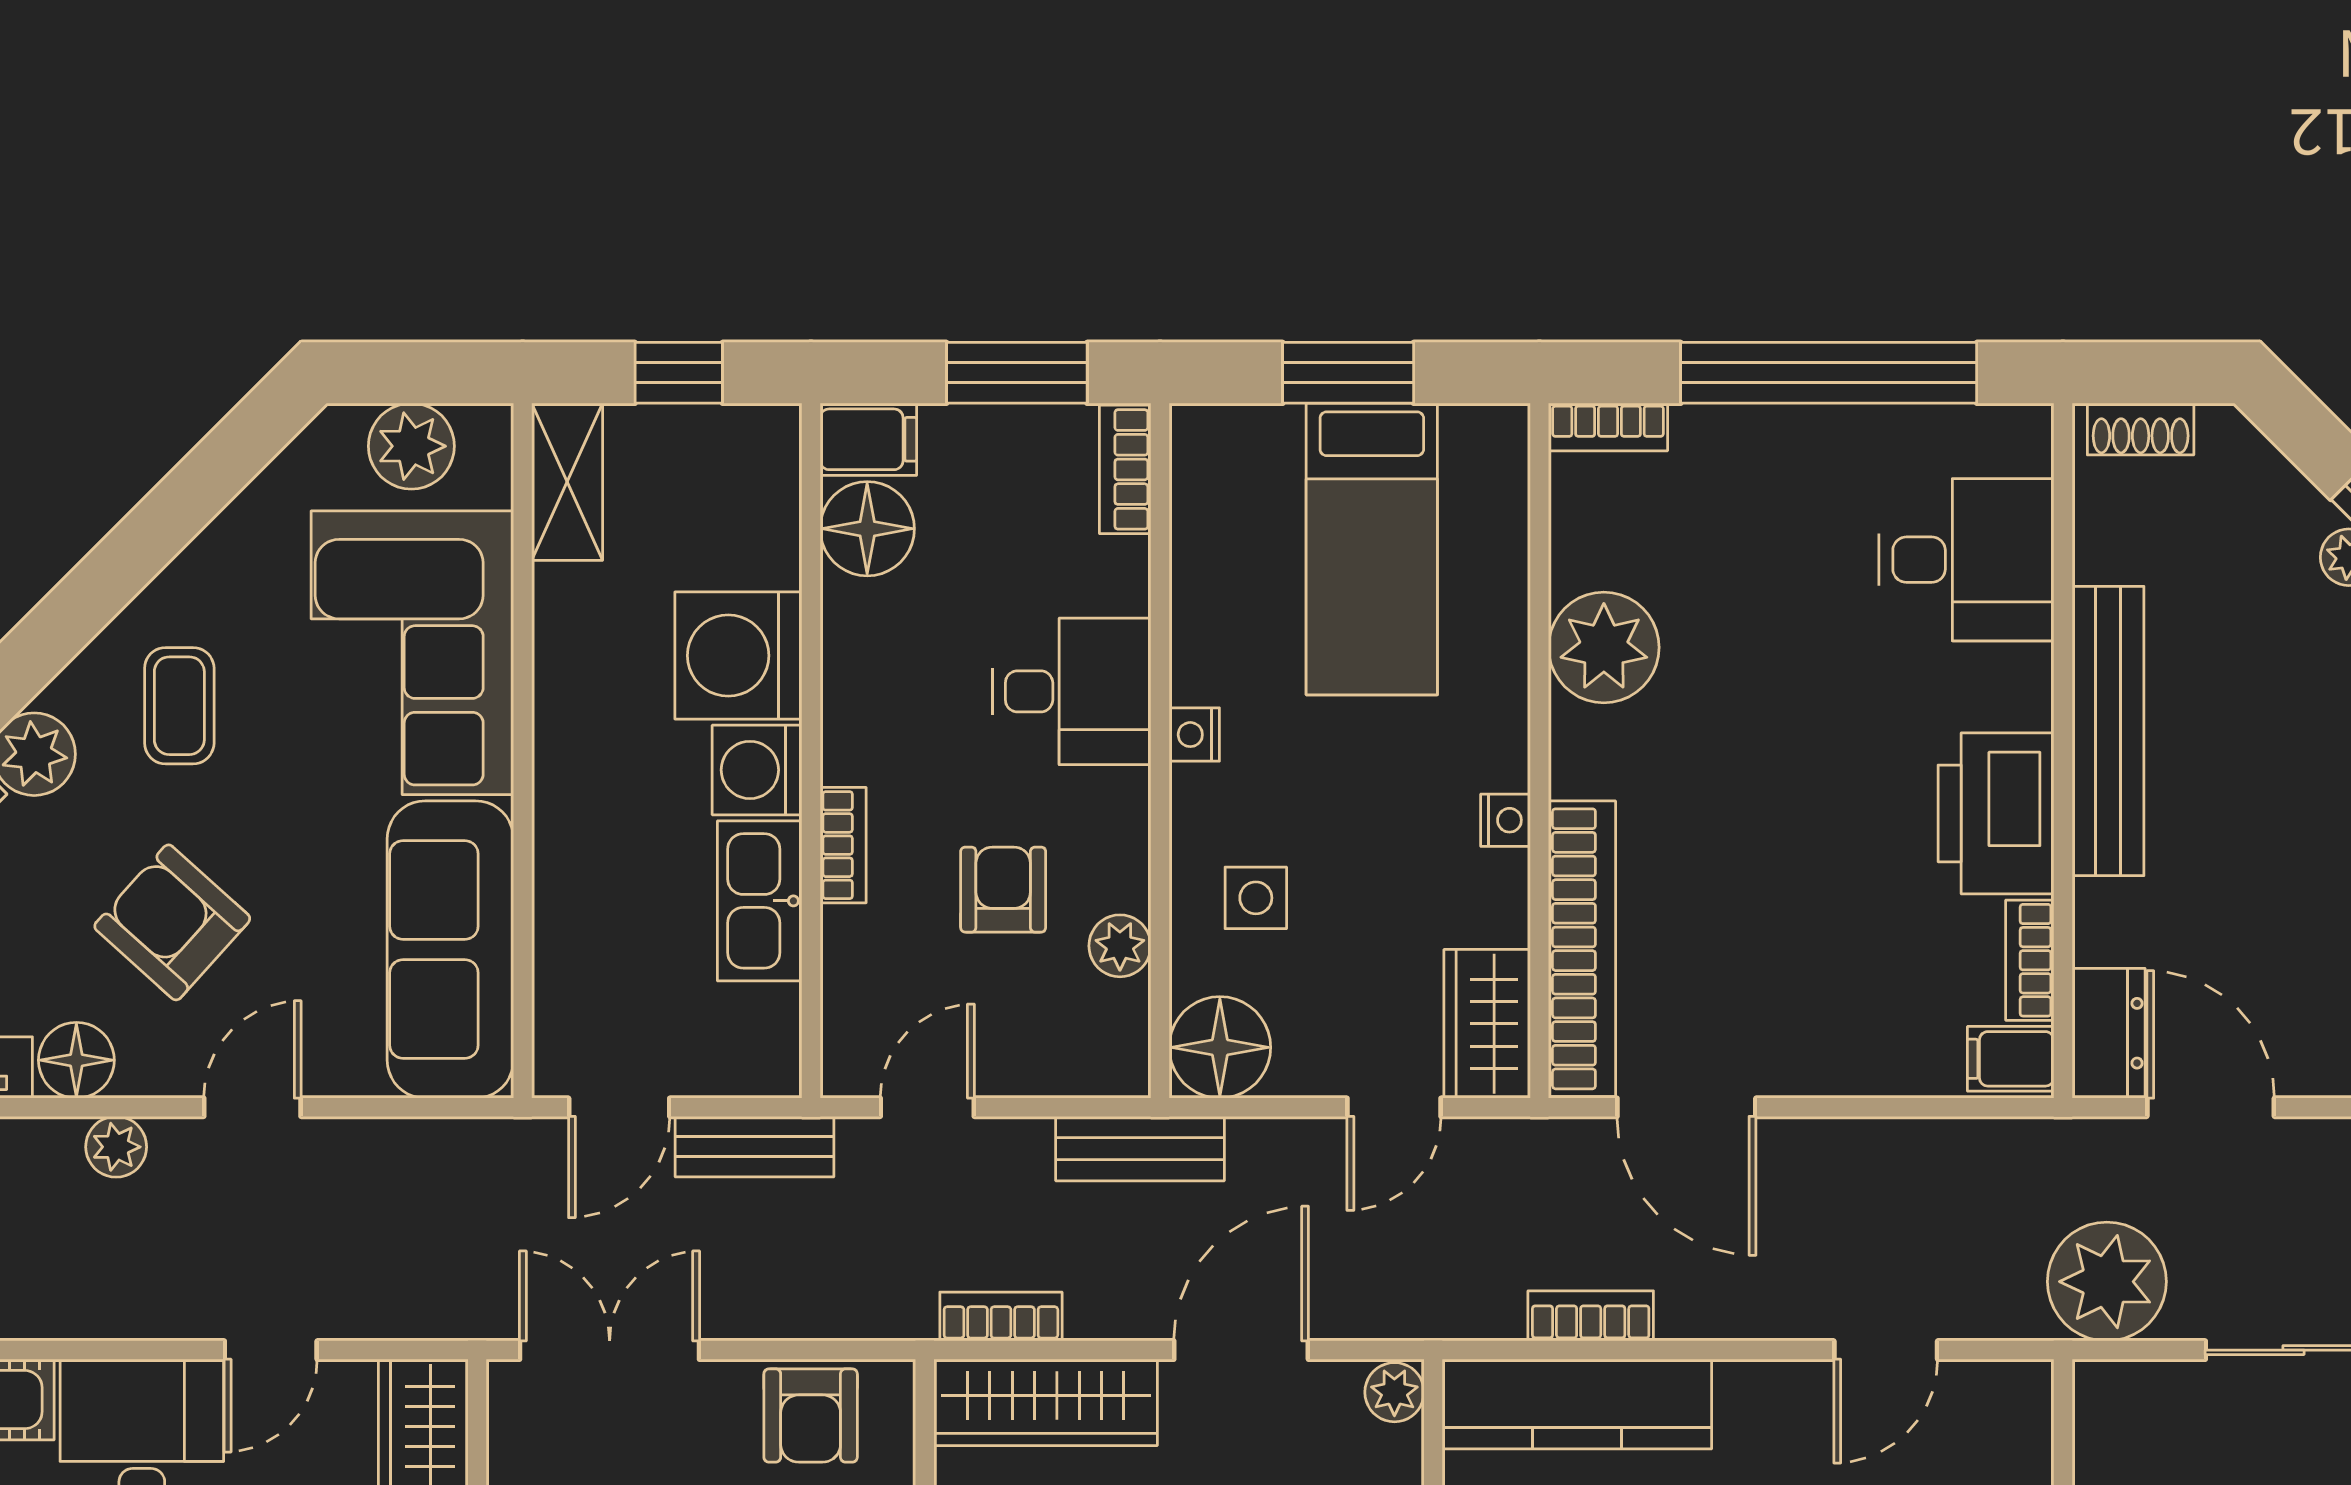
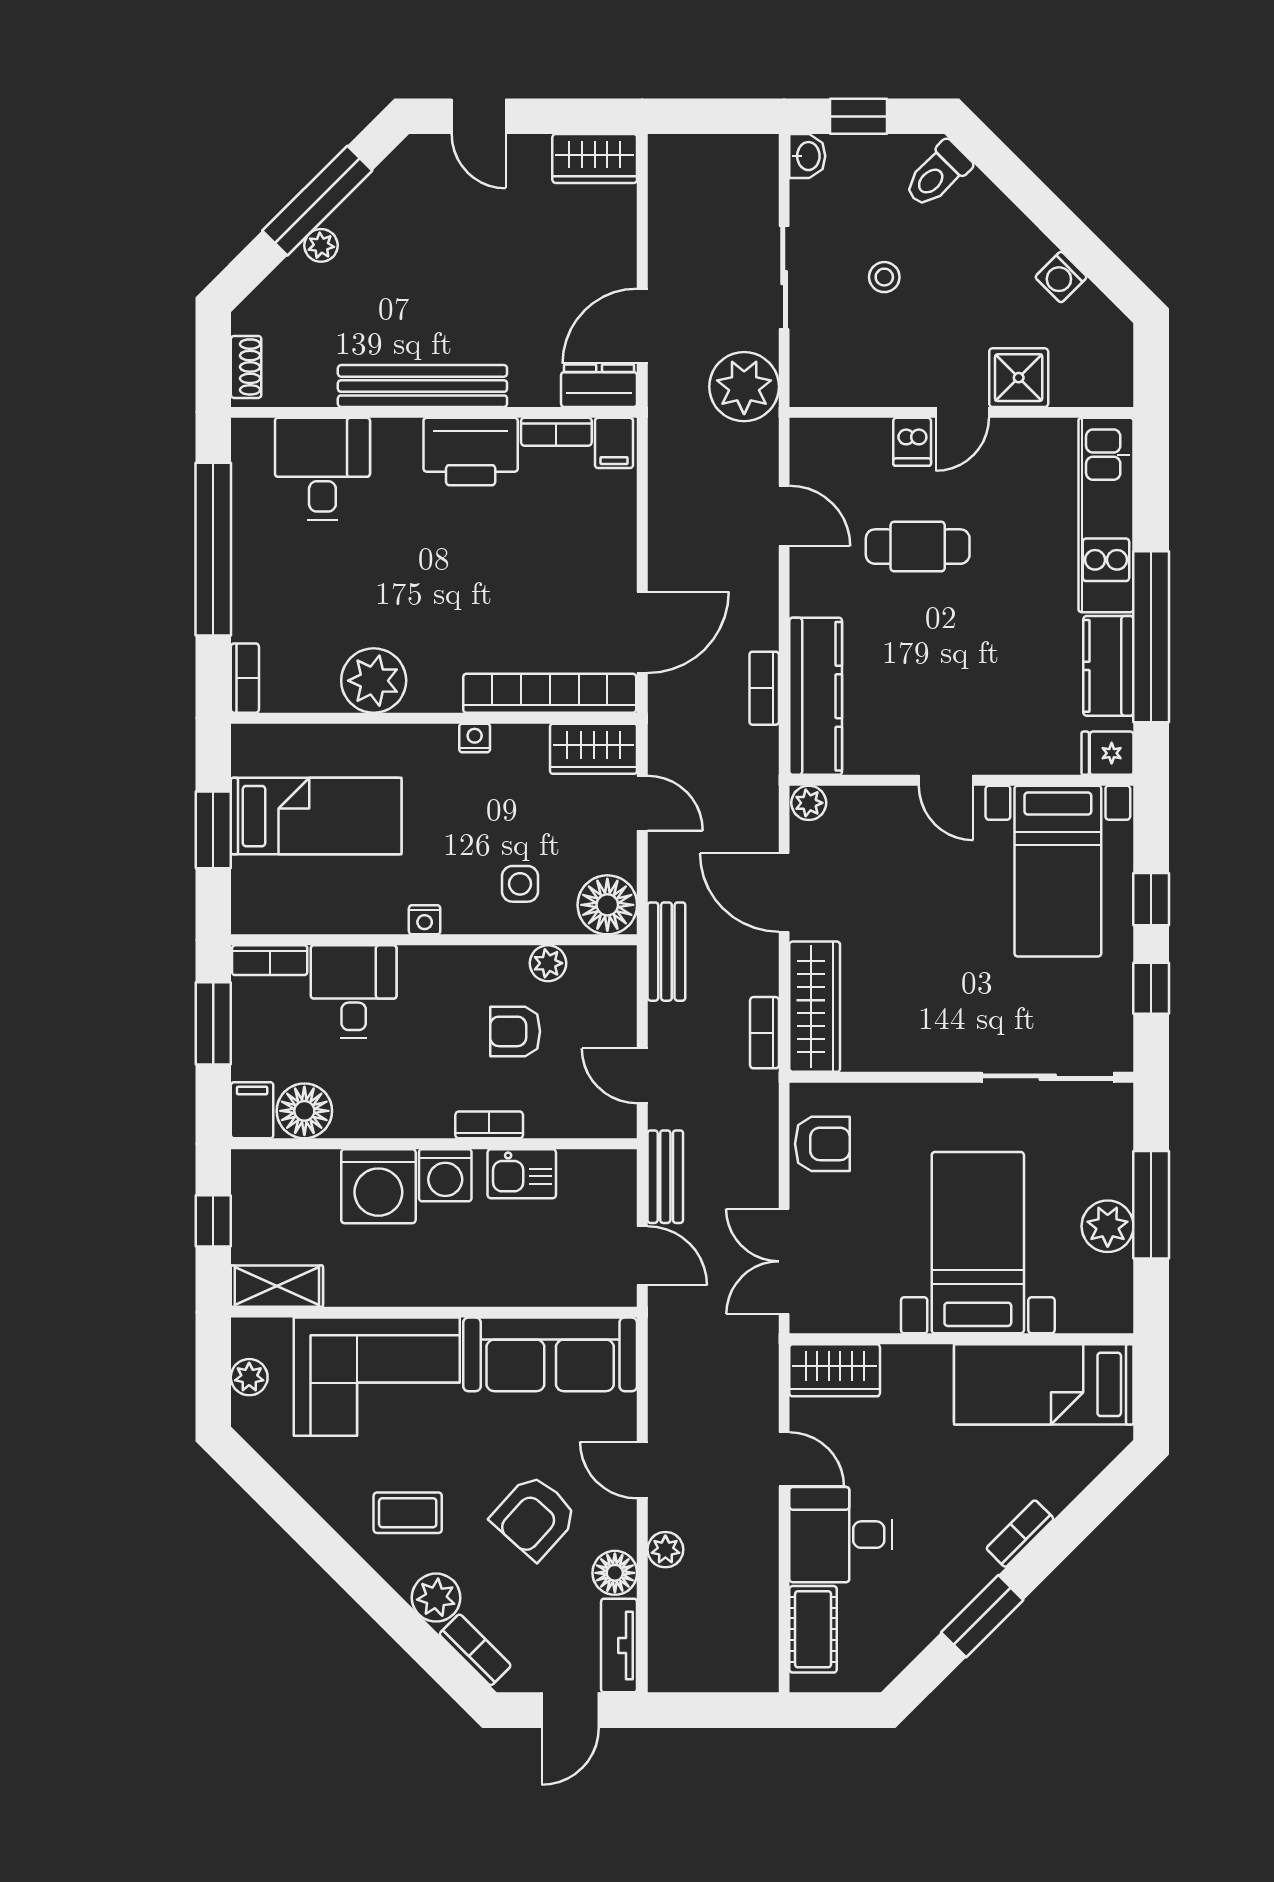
plant: (411, 446) -> (249, 1377), width x0.73, depth x0.73
desk: (1072, 691) -> (354, 991), moved
kitchen sink: (760, 901) -> (522, 1174), width x0.73

